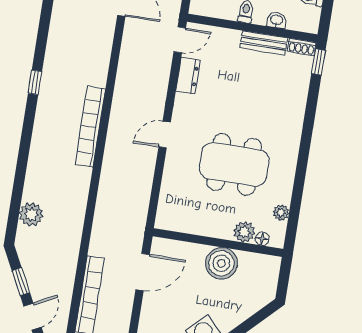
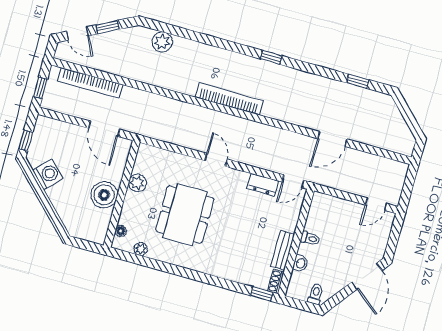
door: (180, 40) -> (293, 181), hinge flipped
plant: (244, 232) -> (137, 183), moved

